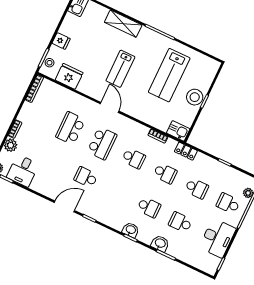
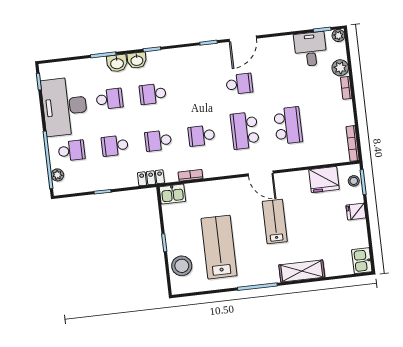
stool: (195, 97) -> (182, 266), moved
washbasin: (131, 230) -> (137, 60), moved
desk: (218, 238) -> (65, 106), width x1.36, depth x1.30

